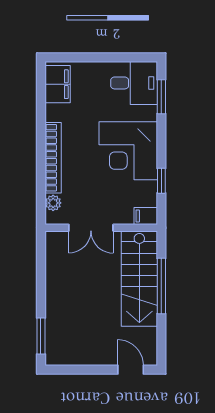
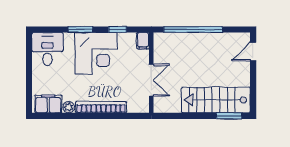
window: (161, 97) -> (80, 29), moved
plant: (53, 203) -> (69, 107), moved
stairs: (139, 279) -> (216, 100), moved, turned 180
window: (161, 286) -> (193, 29), width x1.46

